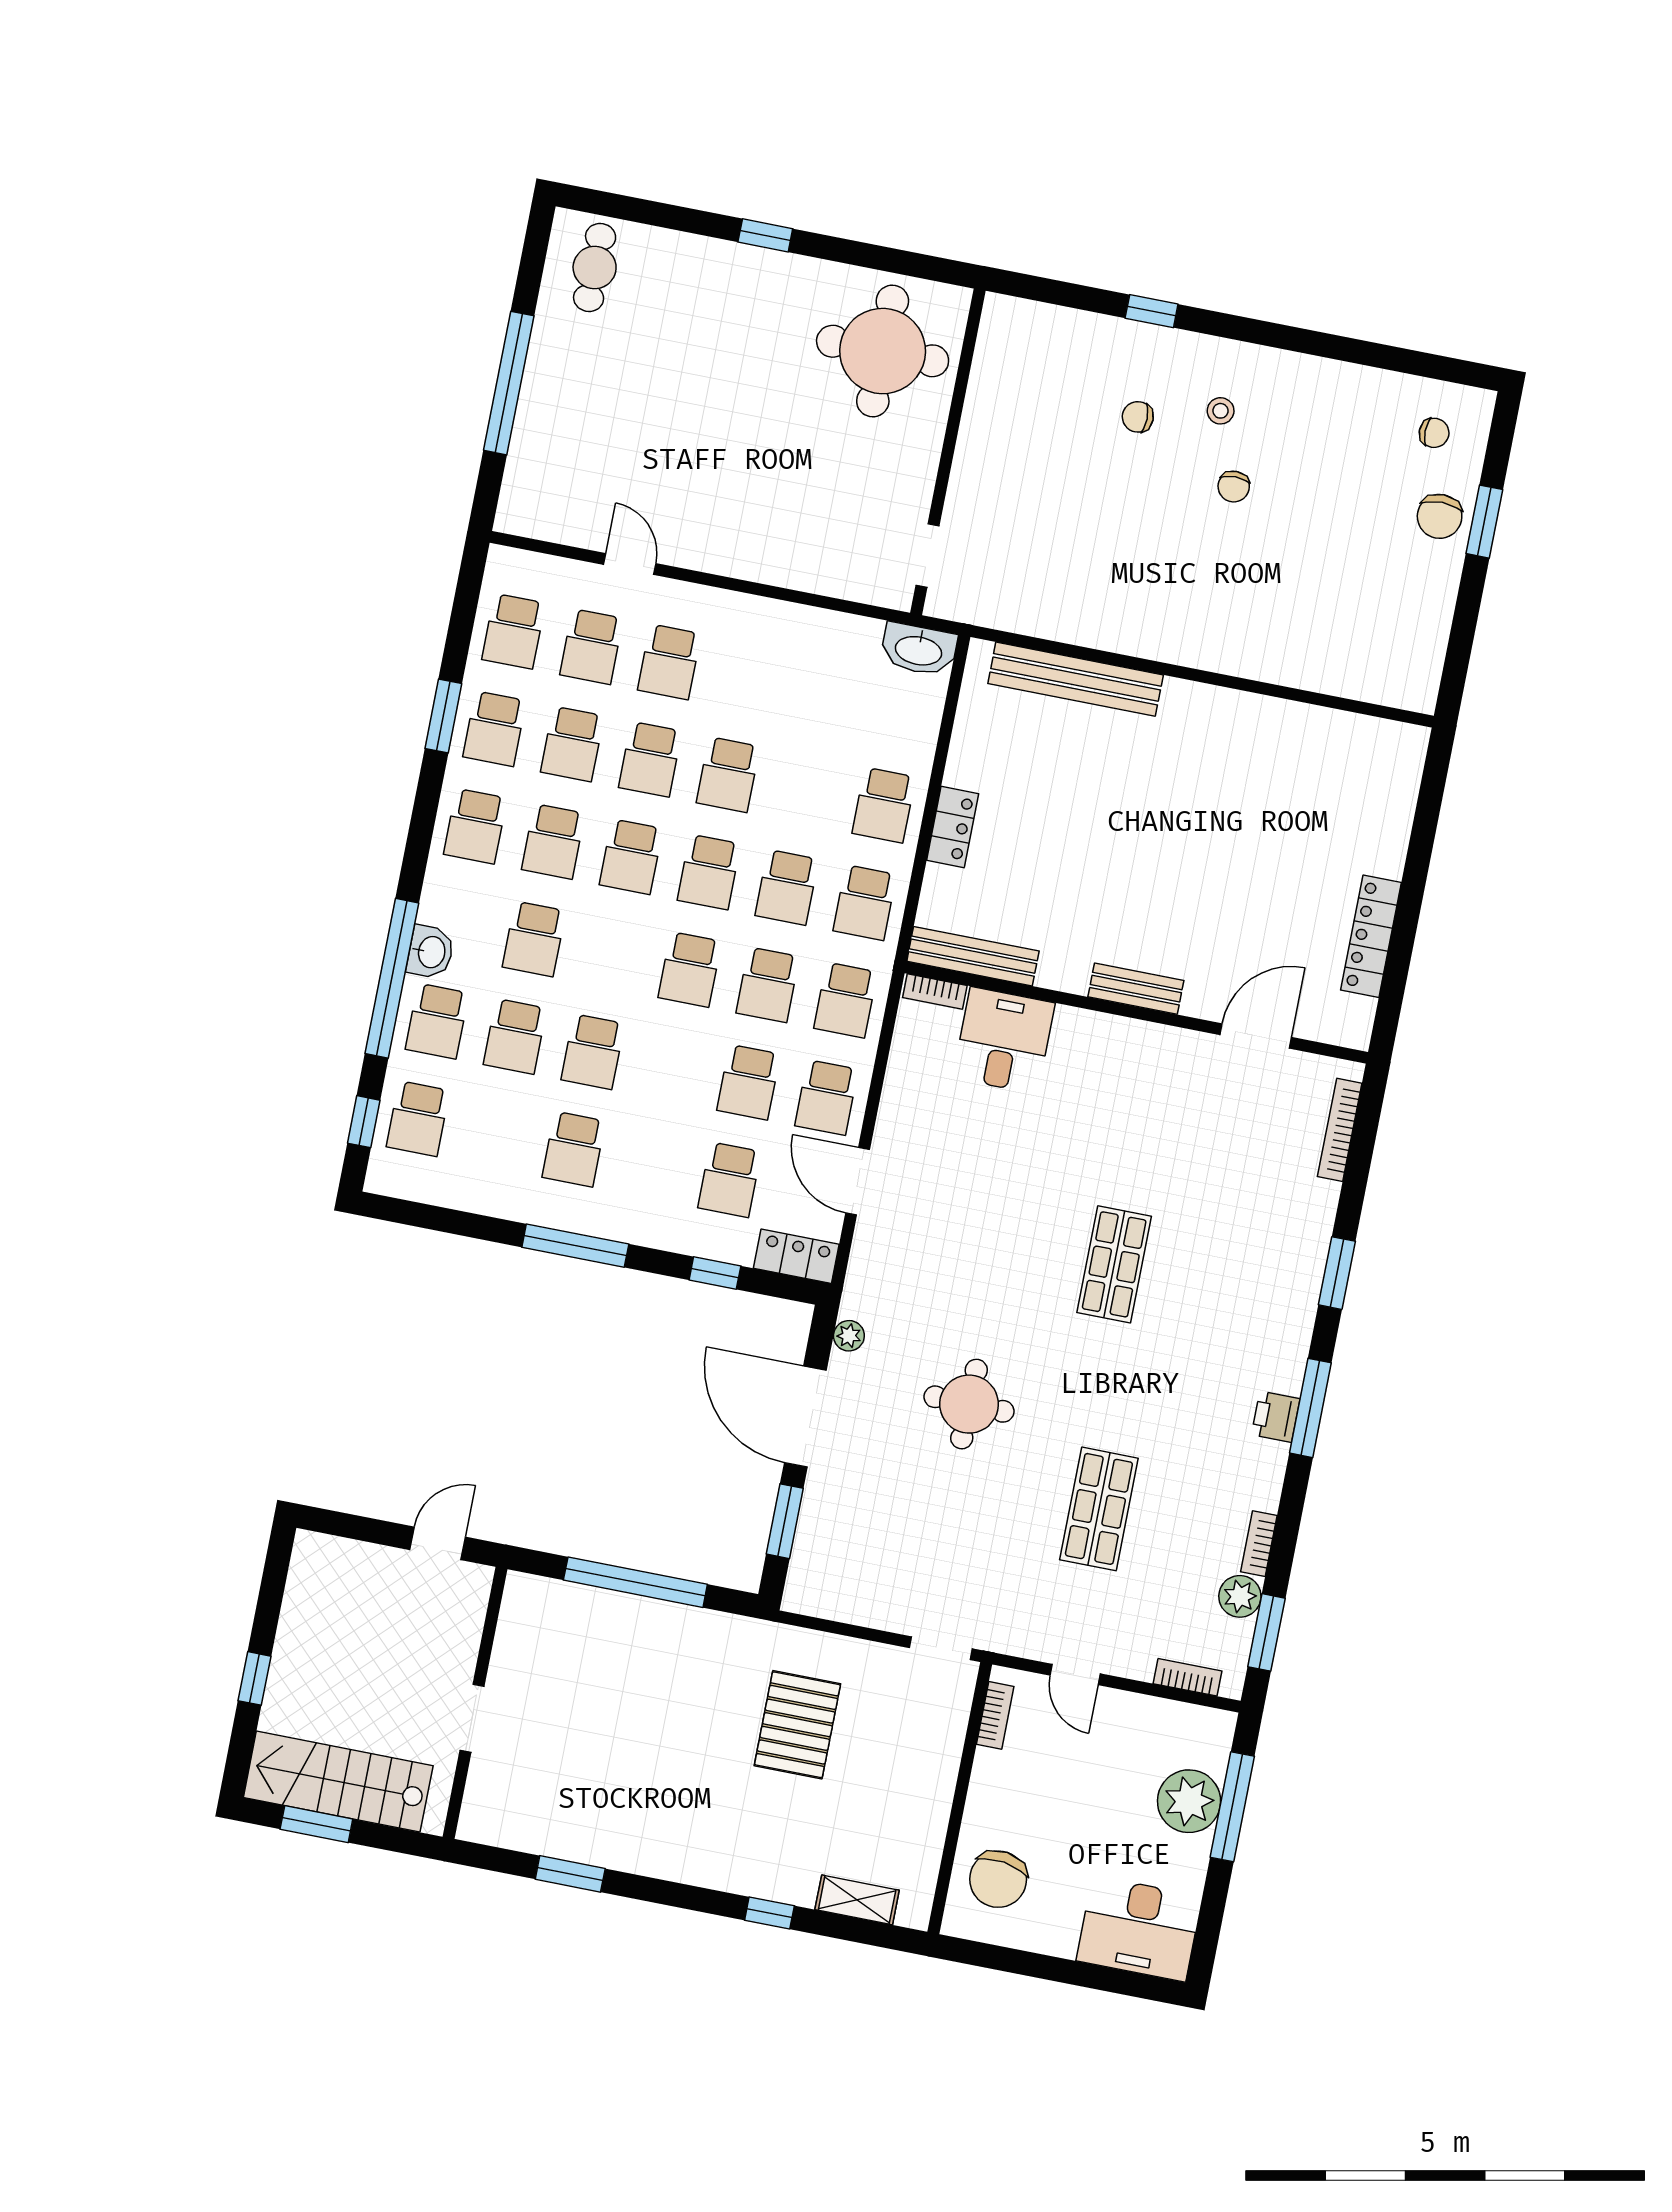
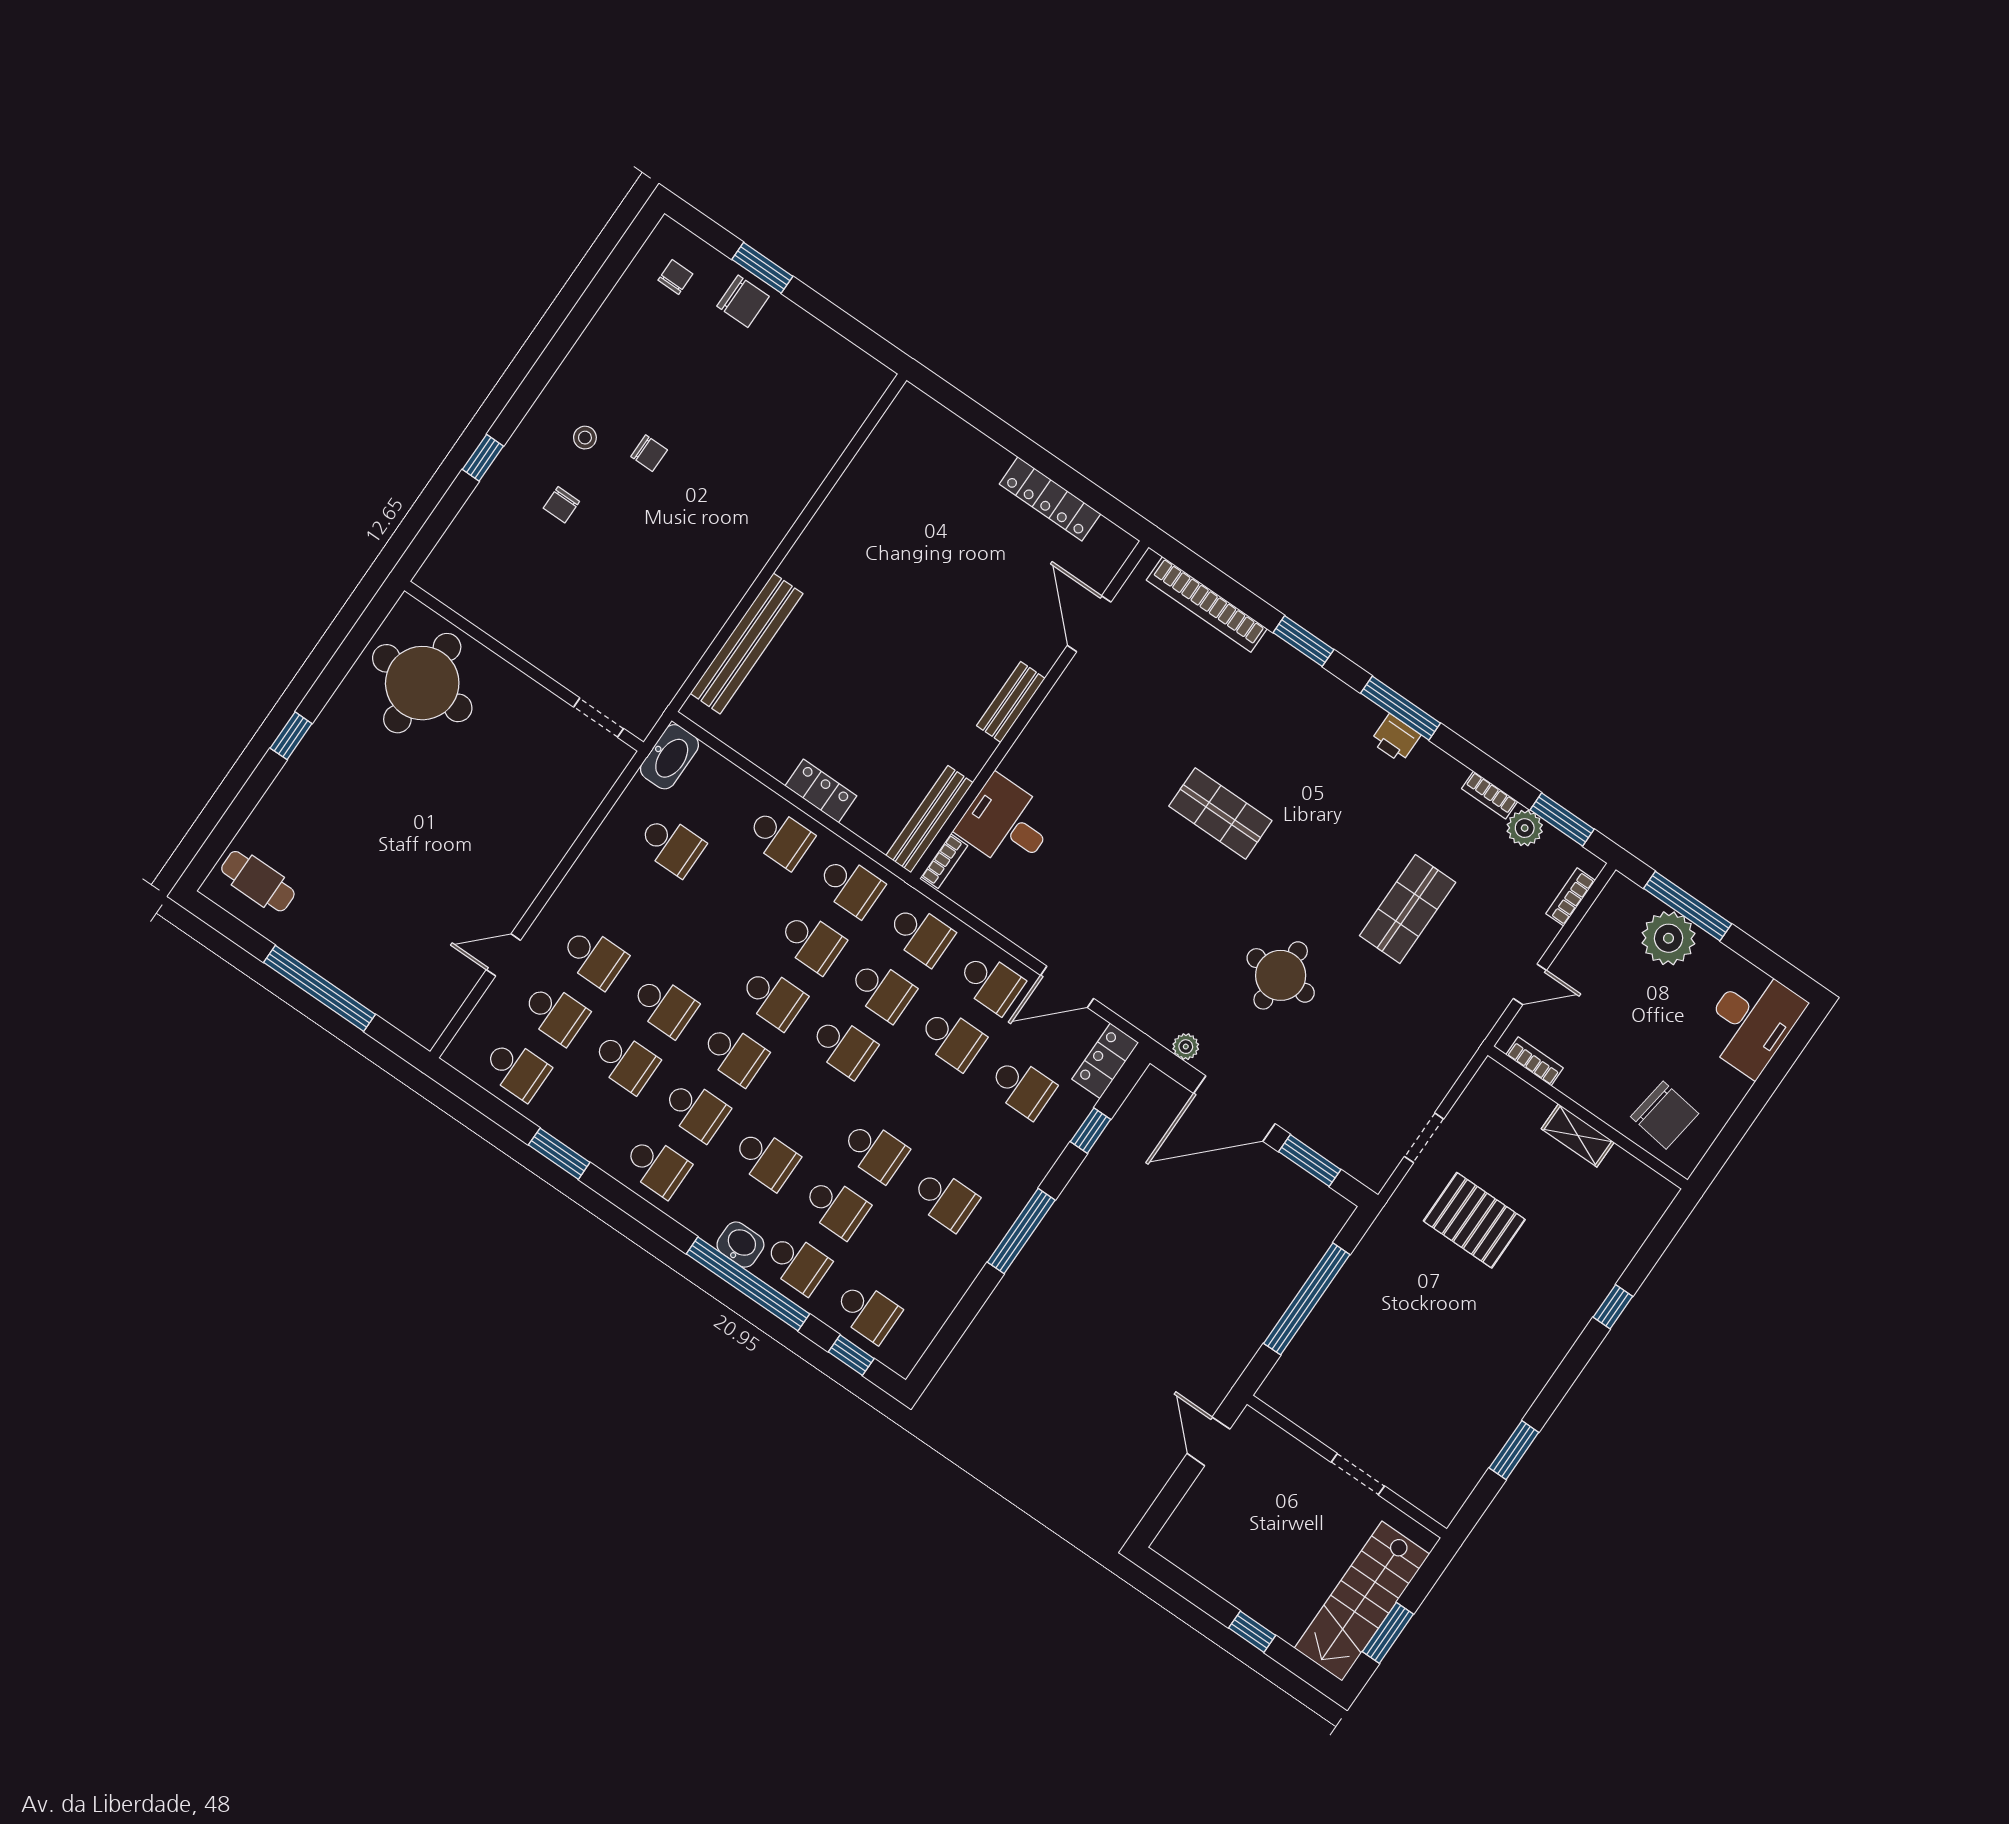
school desk: (494, 729) -> (587, 1118), removed
school desk: (728, 775) -> (671, 845), moved
bookcase: (1340, 1130) -> (1207, 604), width x1.48, depth x1.31
shop shelf: (1099, 1509) -> (1408, 909), turned 90
doorway: (941, 1648) -> (1424, 1138), moved
shelving: (857, 1900) -> (1578, 1135), moved, turned 90

